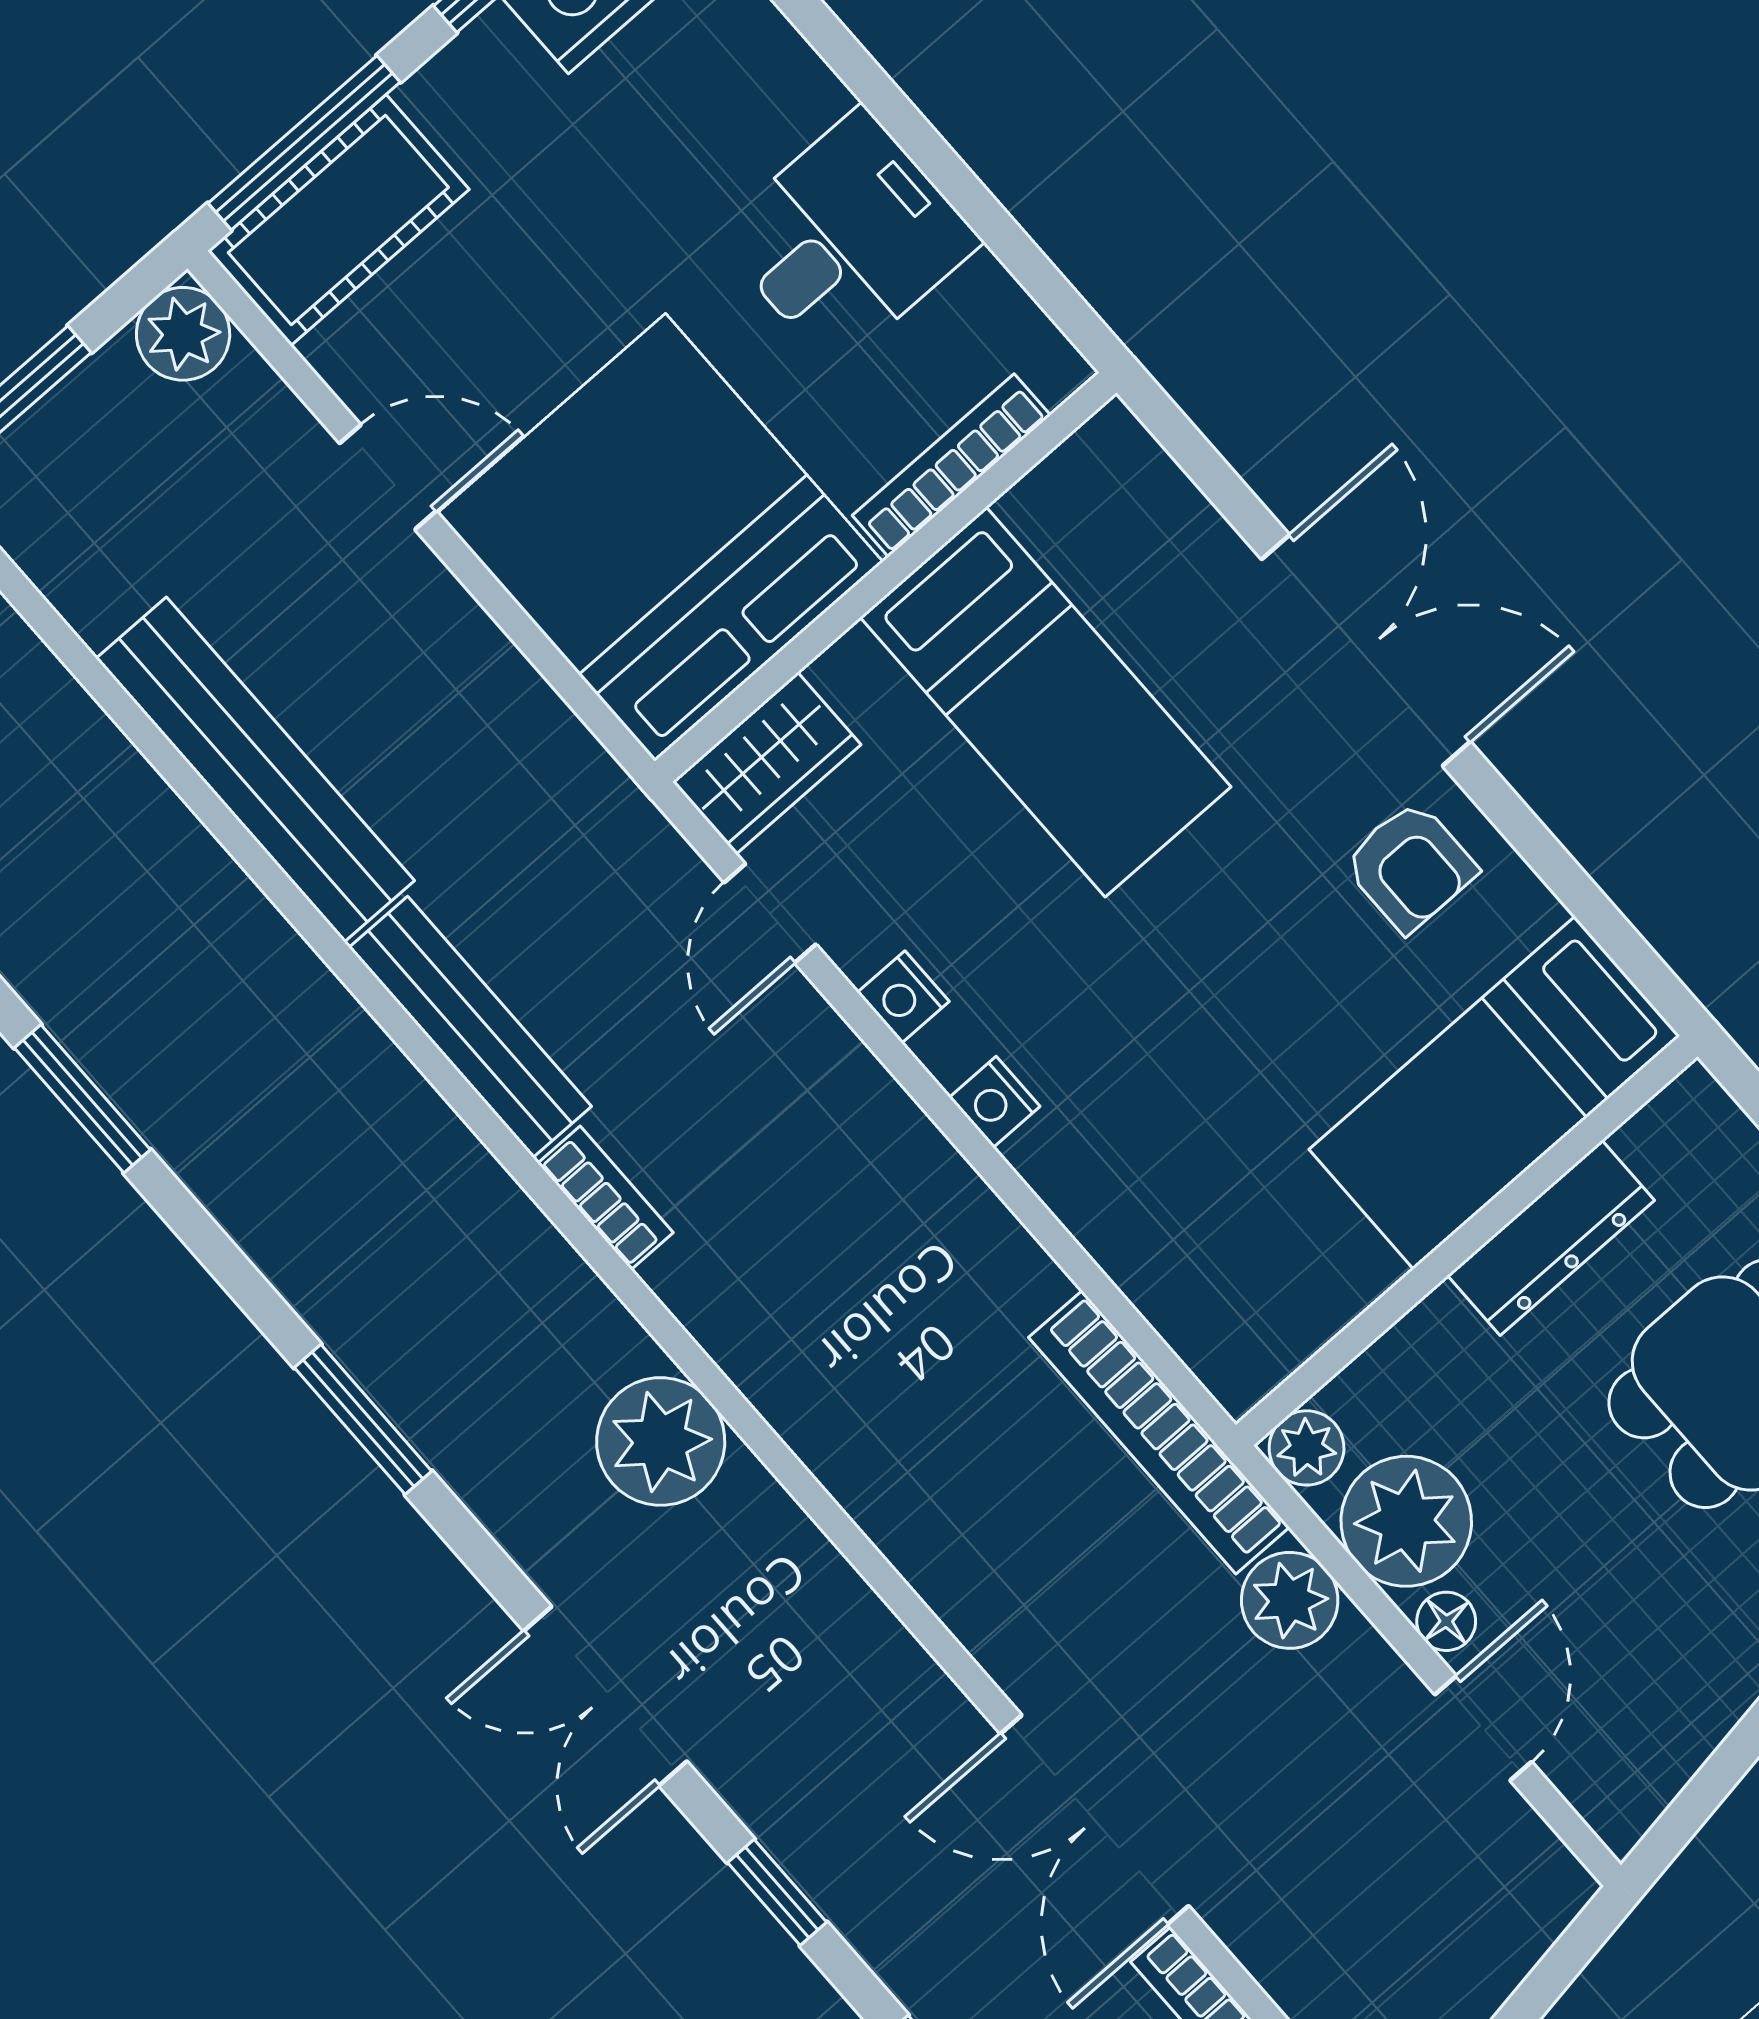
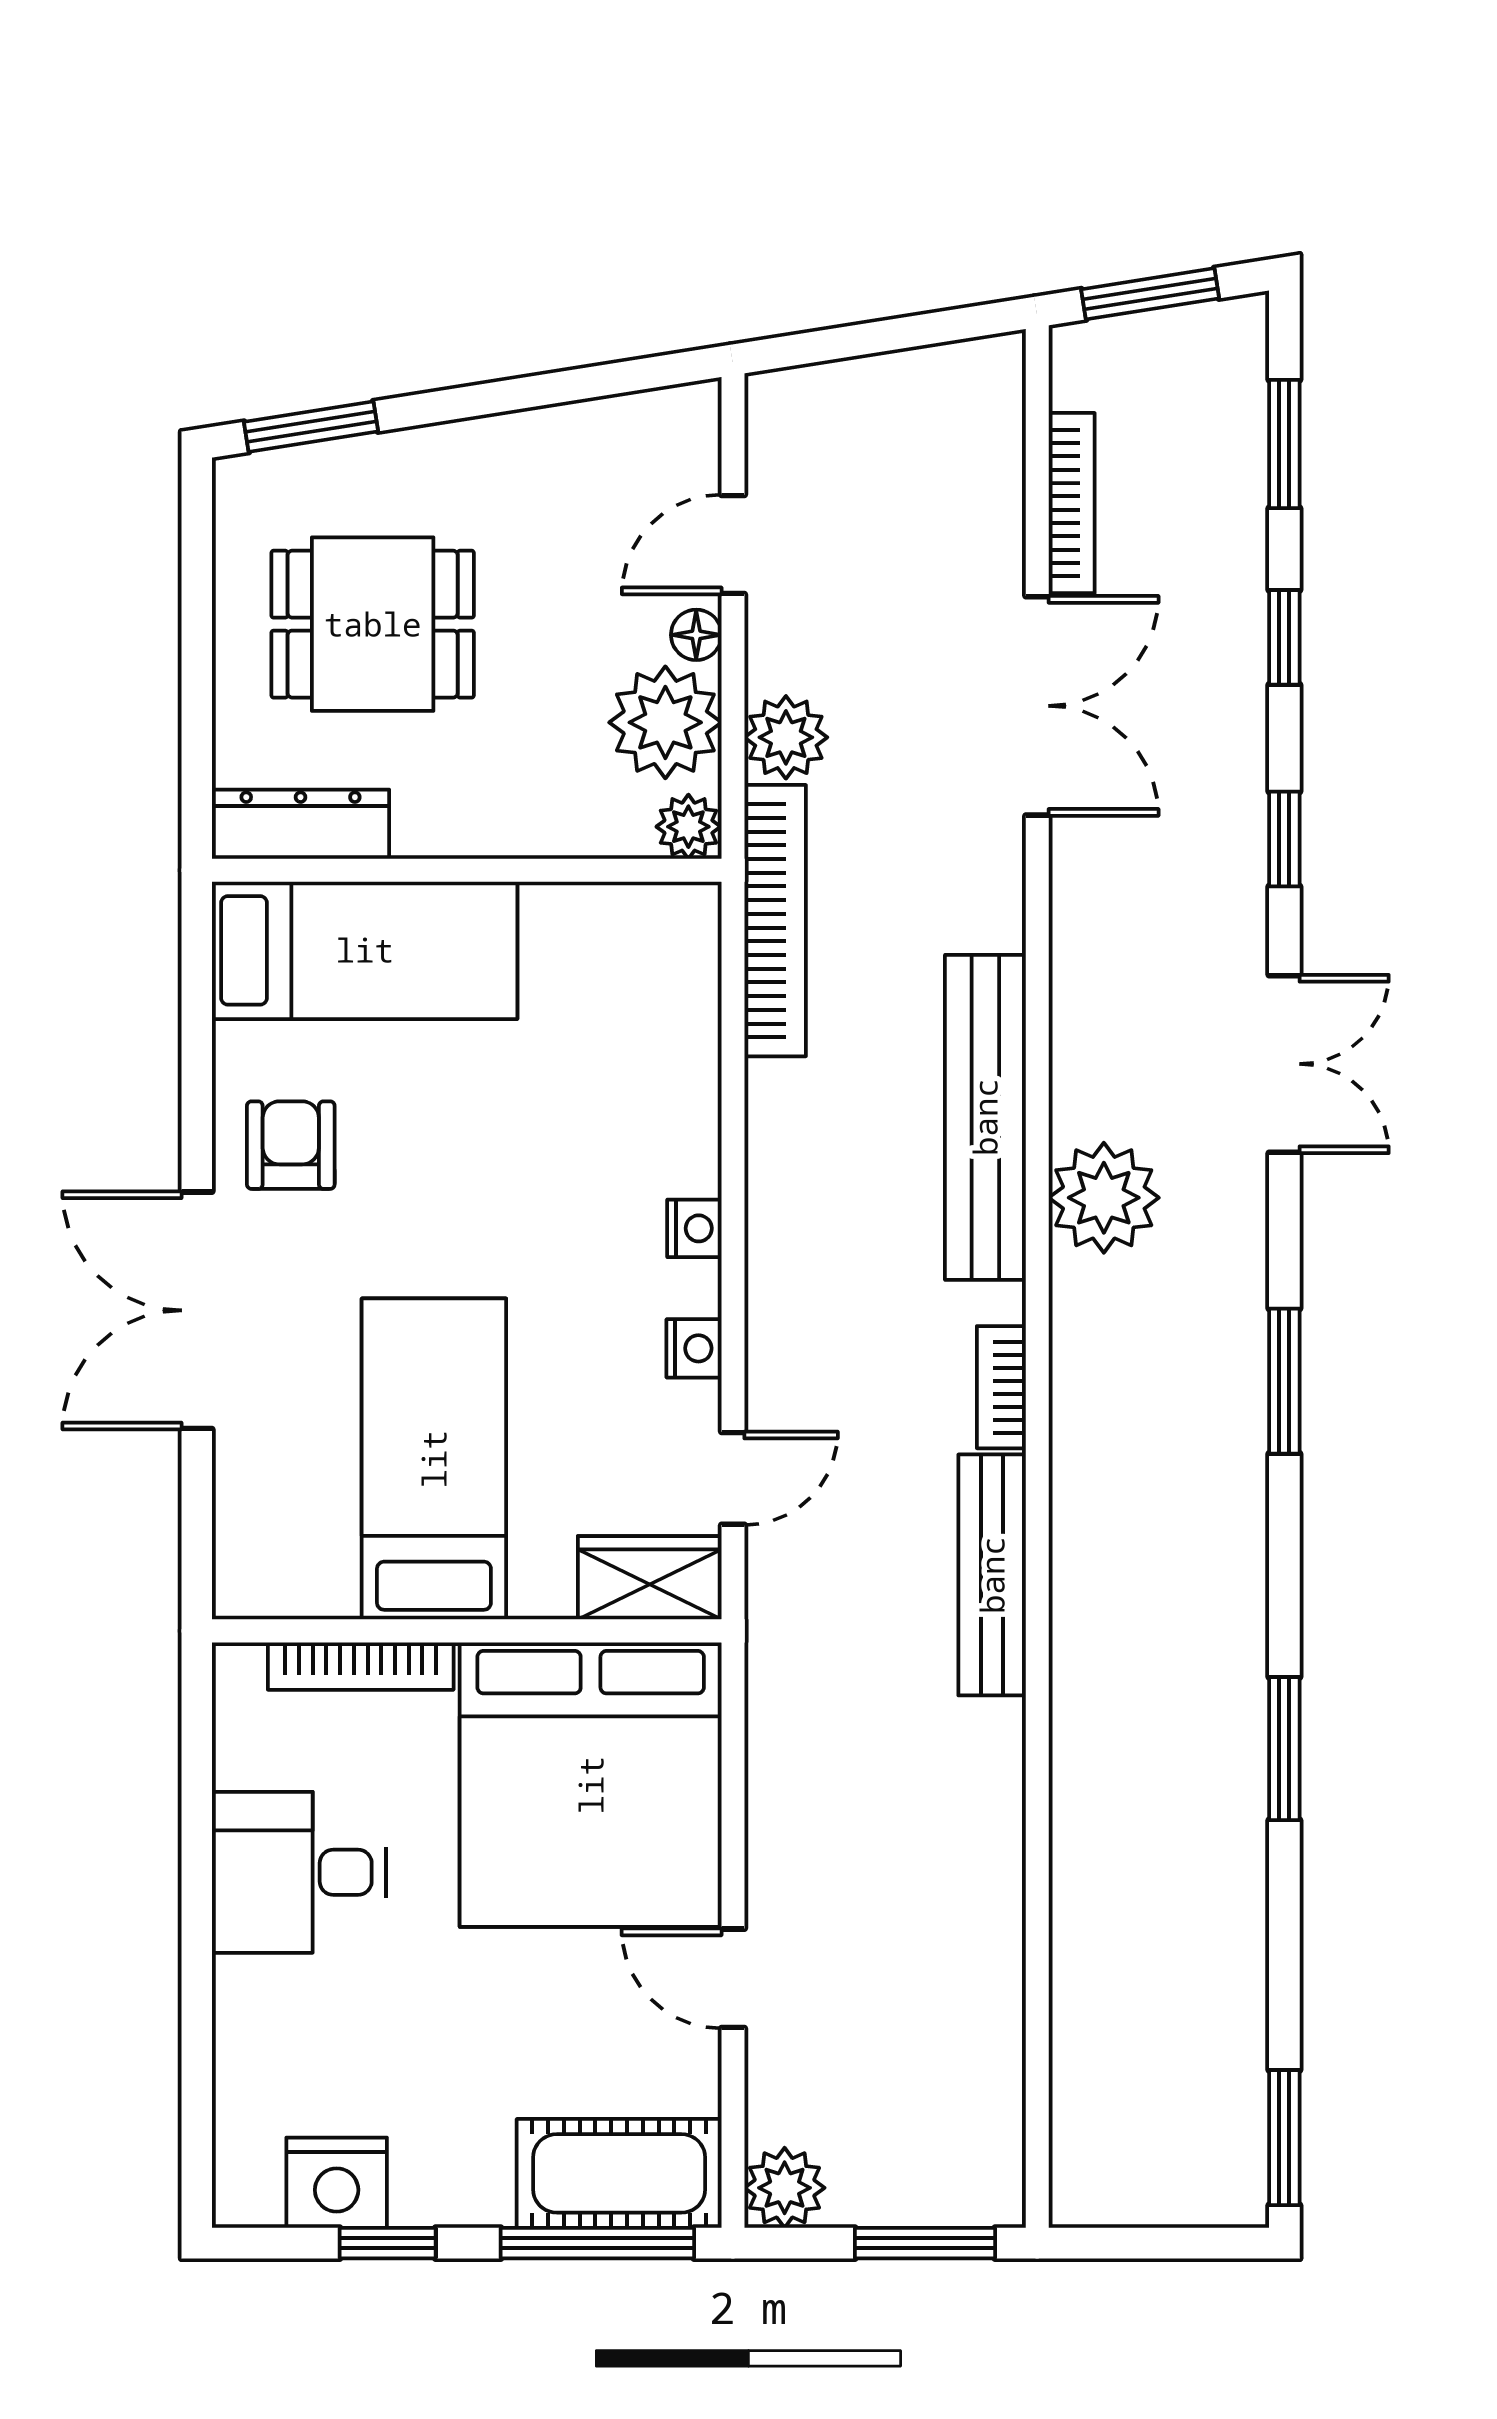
bench: (255, 770) -> (985, 1117), moved
dresser: (1551, 1238) -> (301, 824), moved

